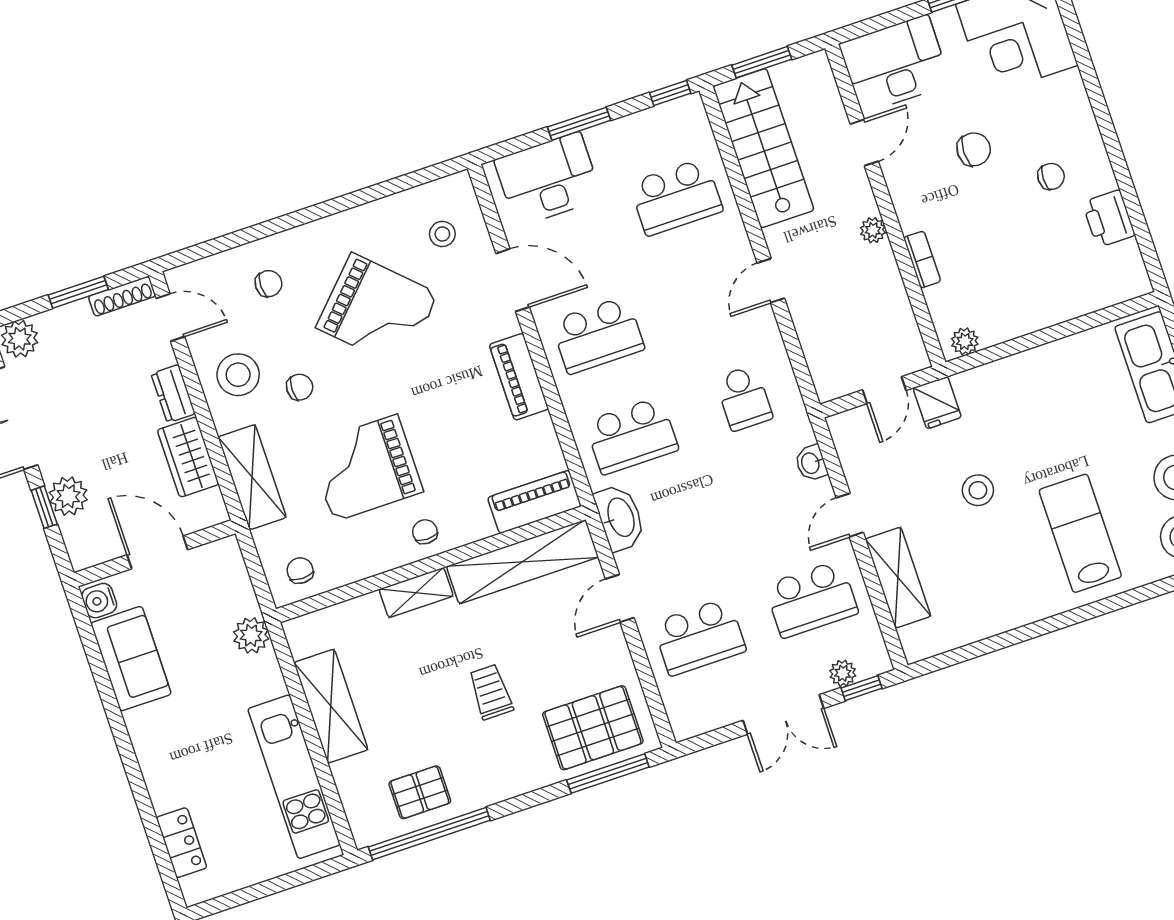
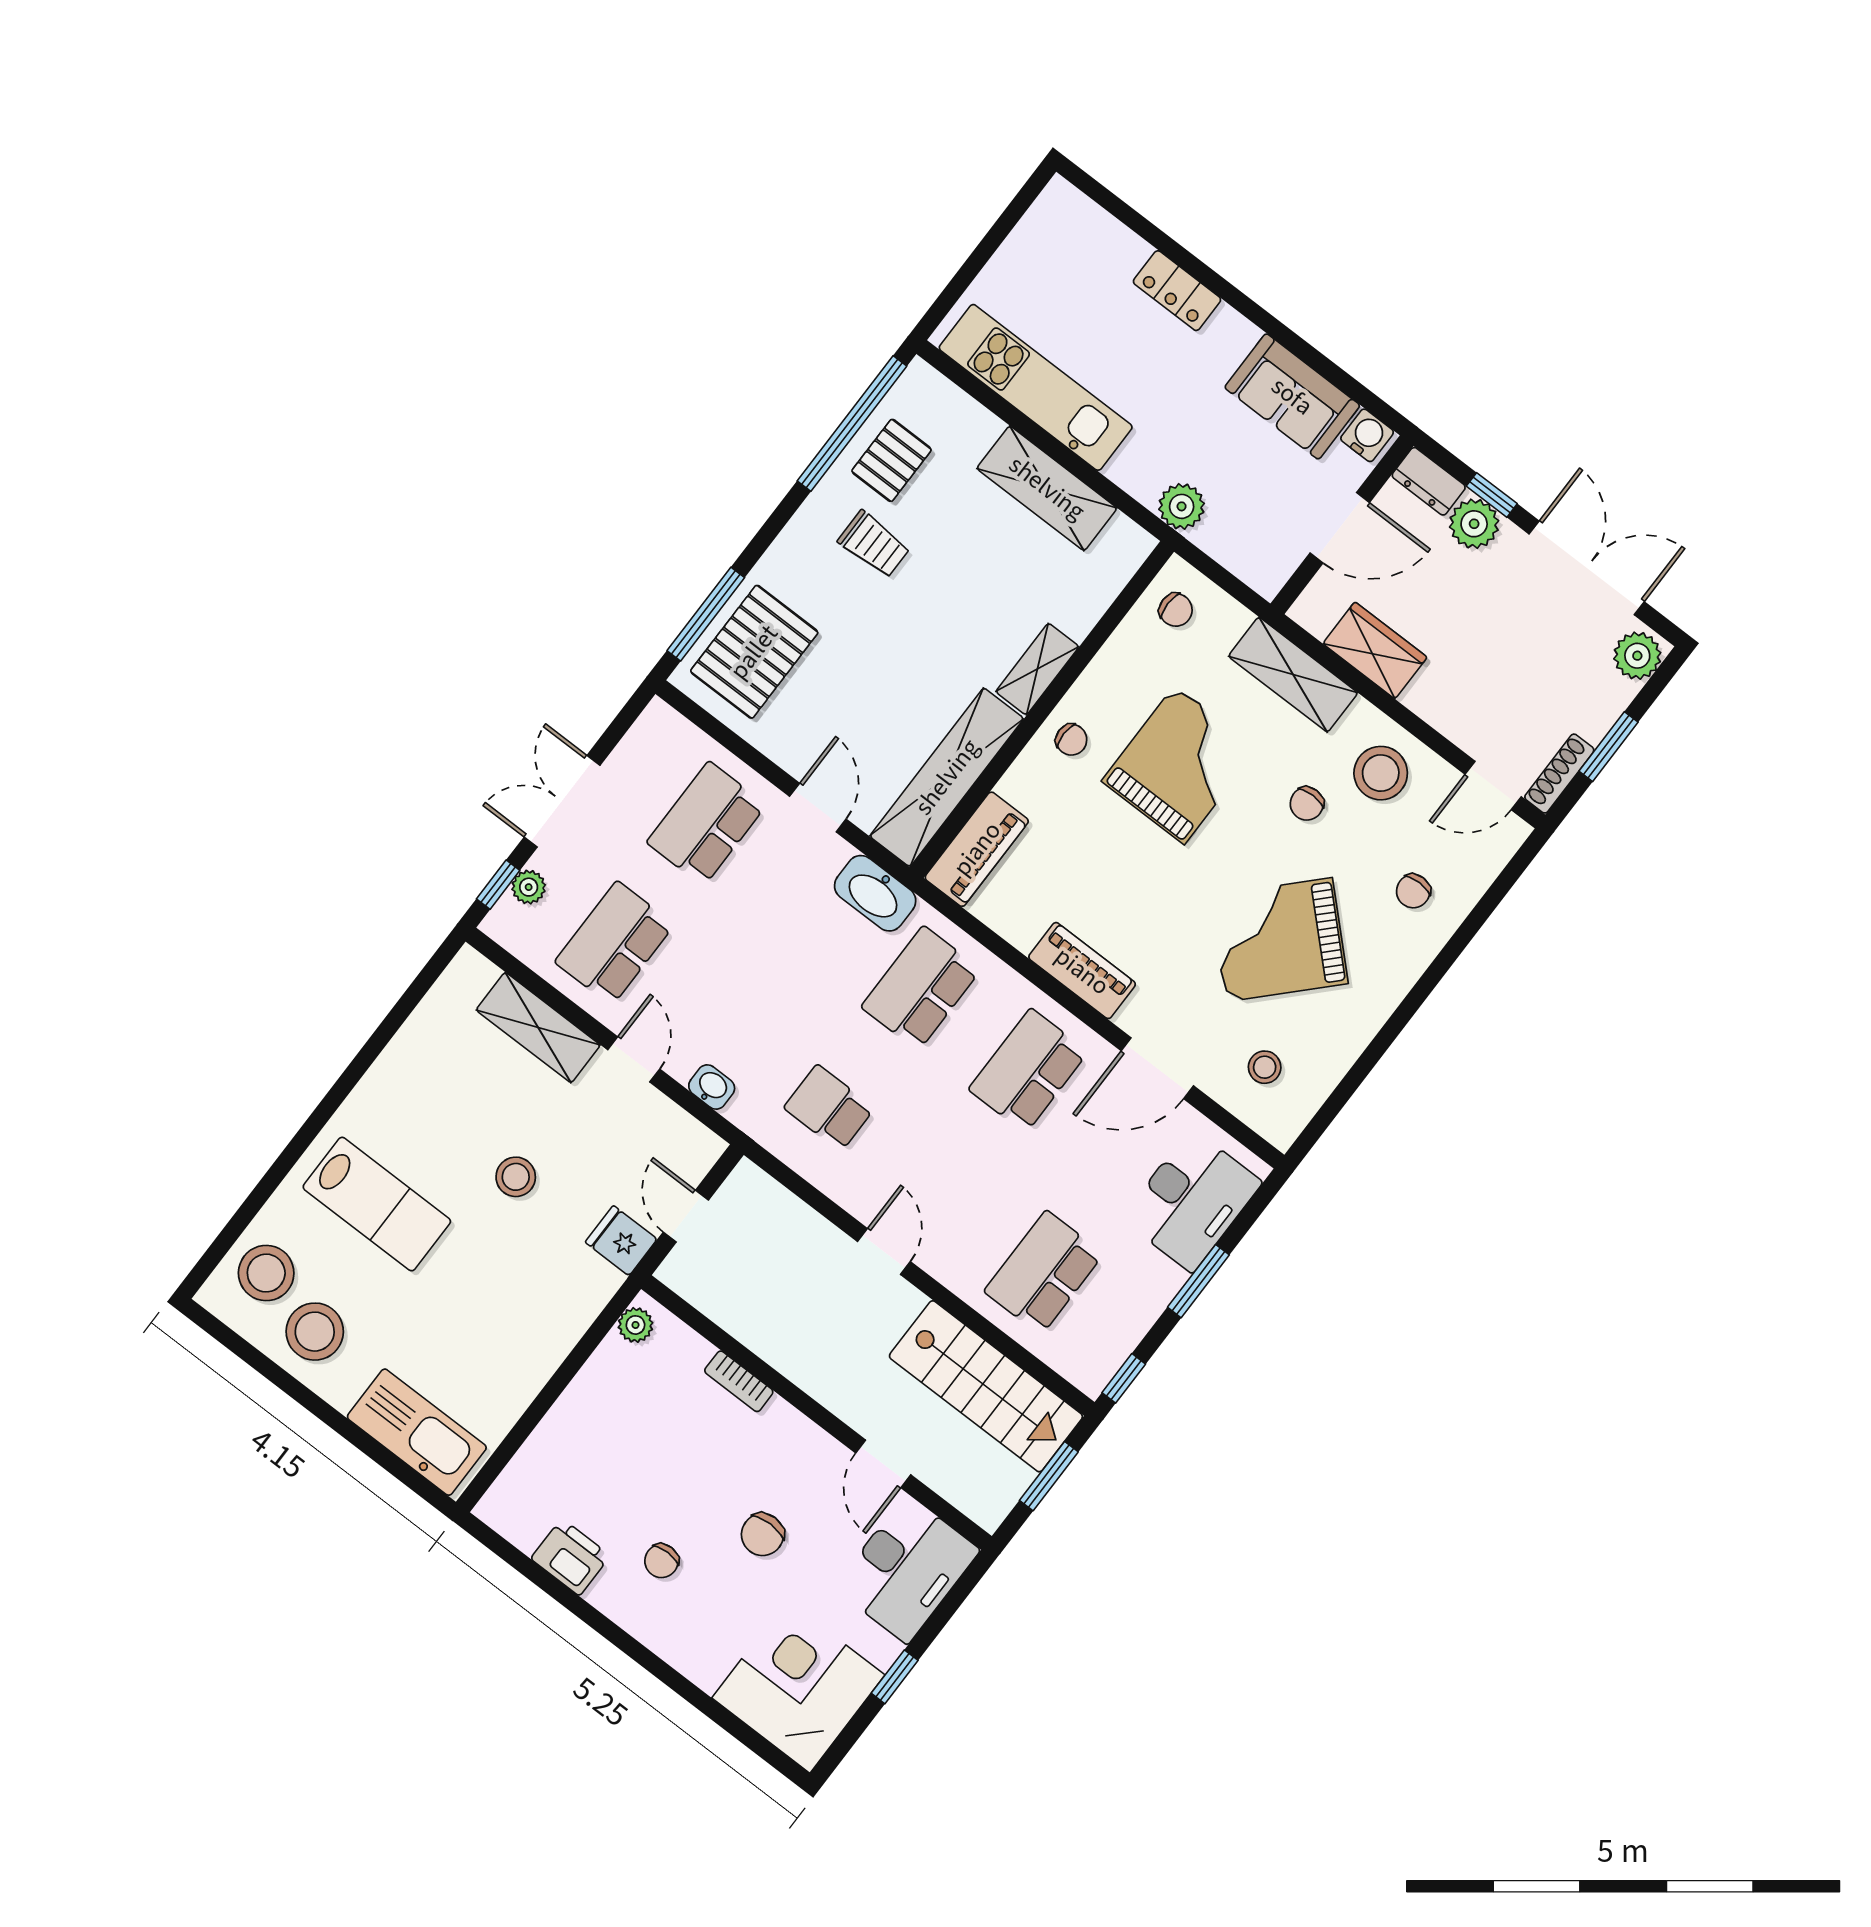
plant: (873, 230) -> (812, 1377), removed
dresser: (173, 394) -> (1429, 481), moved, turned 180
trolley: (491, 692) -> (874, 544), moved
locker: (181, 843) -> (1177, 291), moved

